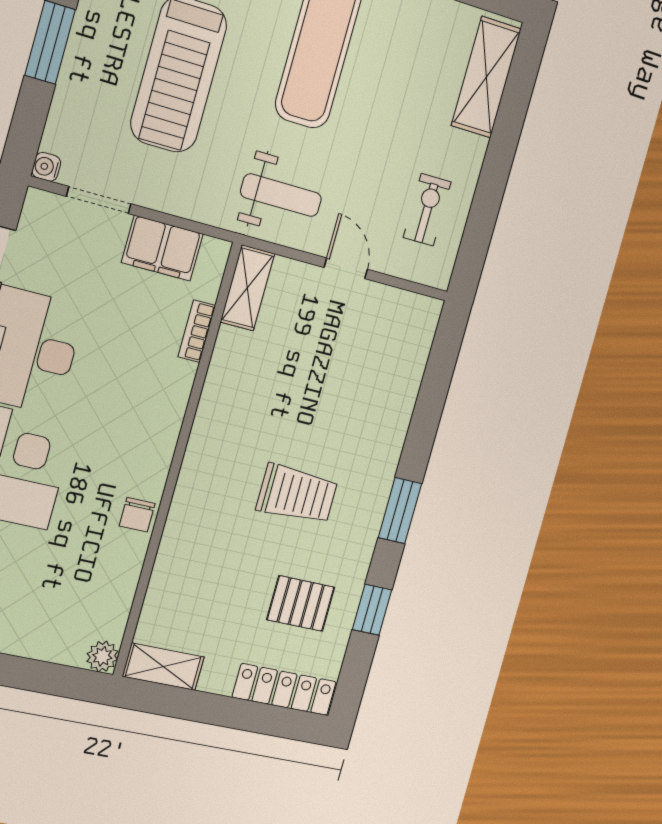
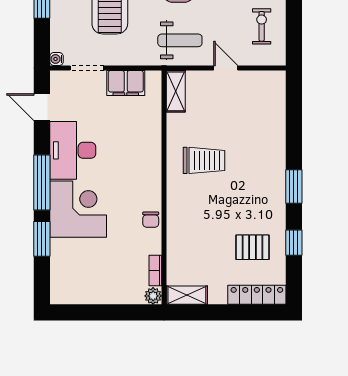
bookcase: (197, 331) -> (155, 270), moved
trolley: (297, 494) -> (204, 160), moved

